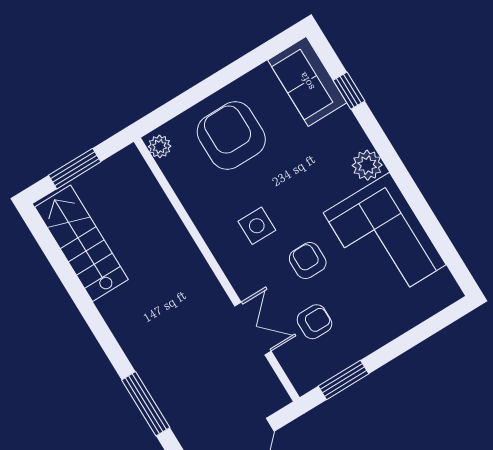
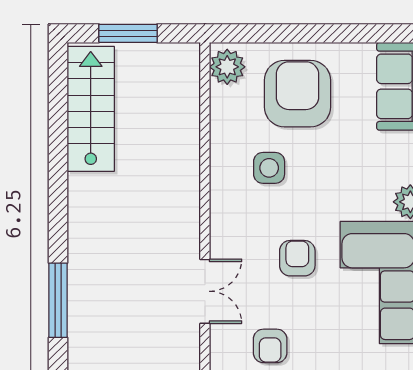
plant: (160, 146) -> (227, 67), width x1.38, depth x1.38
side table: (257, 226) -> (269, 168), moved
armchair: (314, 322) -> (270, 346), moved, turned 90

